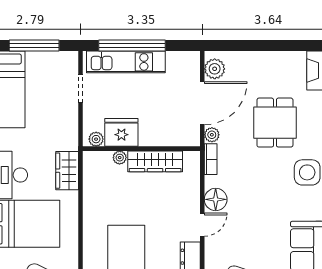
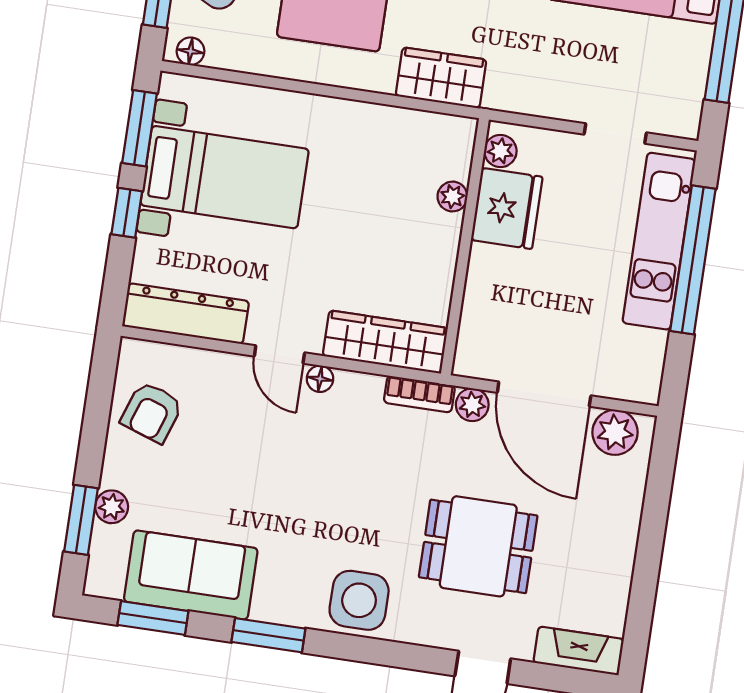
wardrobe: (155, 161) -> (385, 342), moved, turned 90
floor lamp: (216, 199) -> (320, 379), width x0.53, depth x0.53

